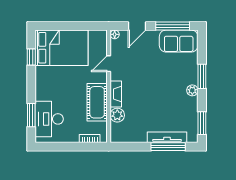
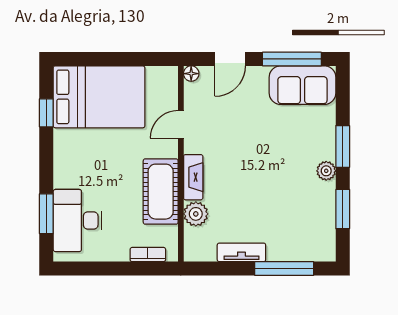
window: (202, 123) -> (343, 209), moved
tv unit: (167, 137) -> (241, 252), moved, width x0.71

